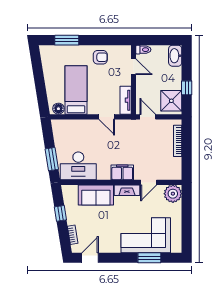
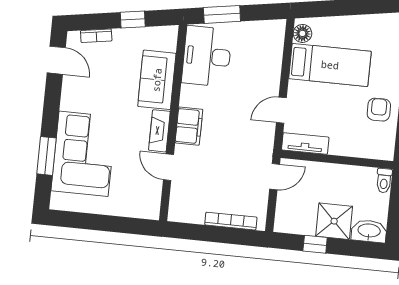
armchair: (100, 57) -> (379, 110), turned 180
door: (133, 67) -> (358, 162), removed
shower: (171, 101) -> (334, 221), moved
plant: (173, 194) -> (146, 205), removed

